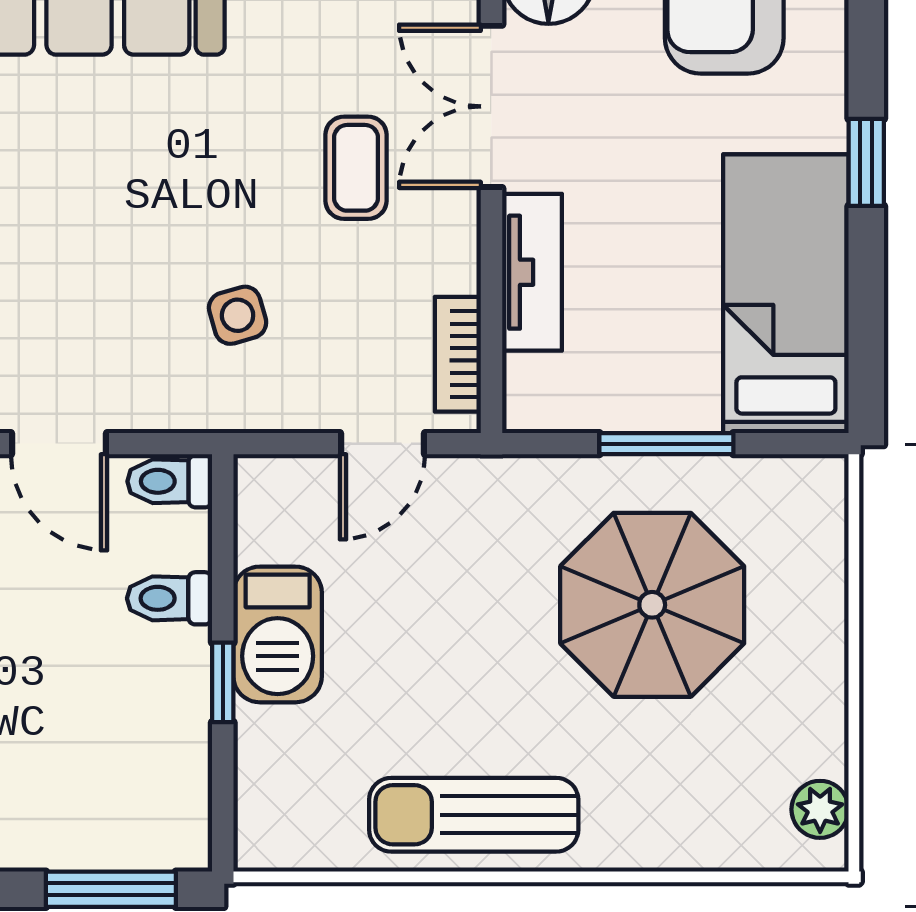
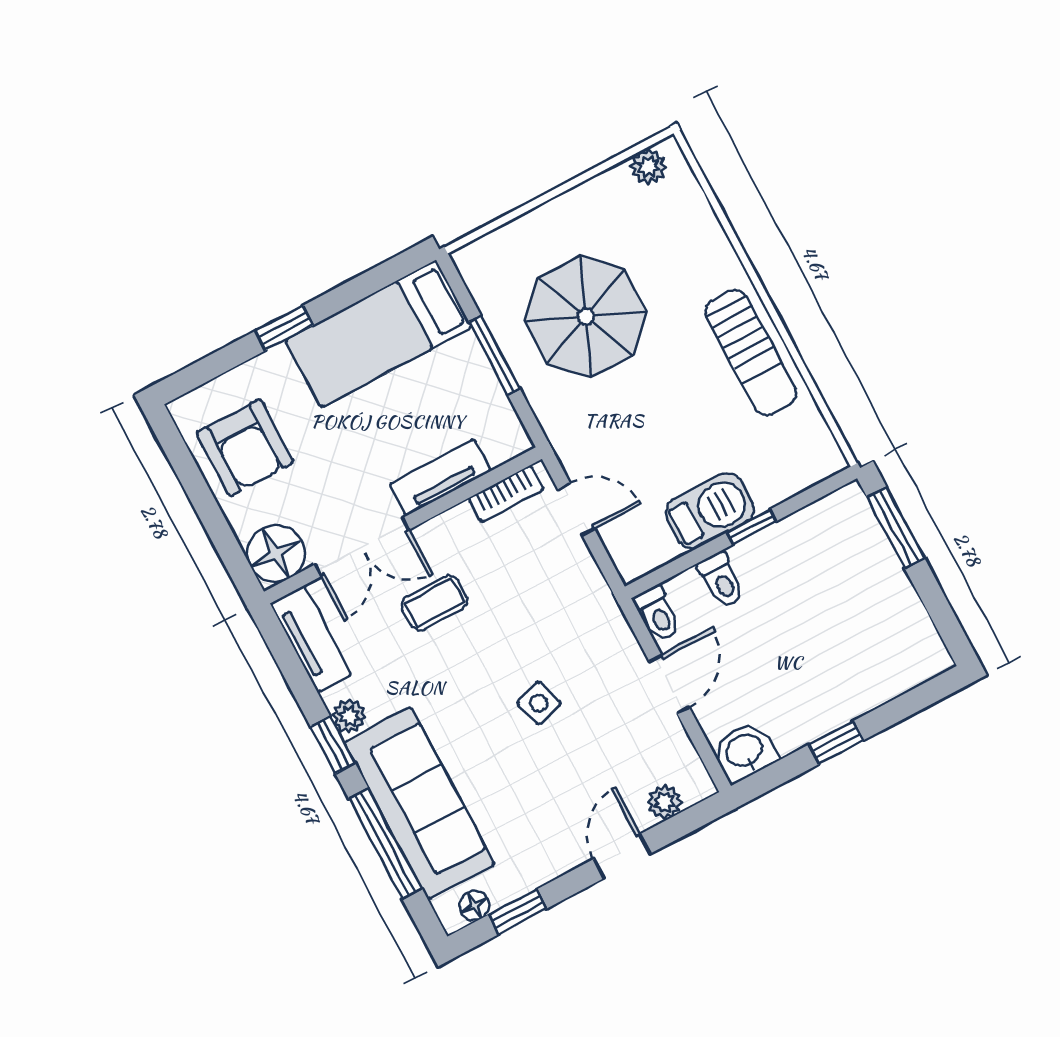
side table: (238, 315) -> (539, 703), moved

